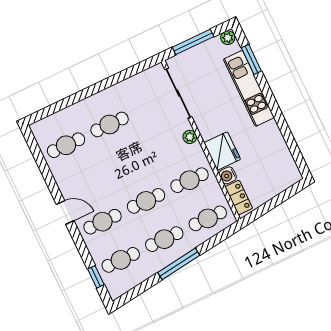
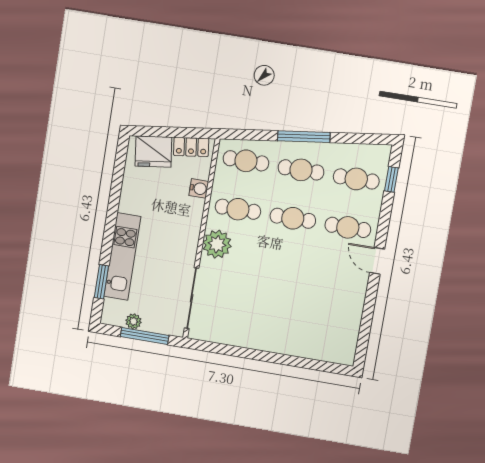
plant: (228, 38) -> (133, 321), moved
cafe table: (110, 124) -> (277, 314), removed
plant: (190, 137) -> (217, 244), width x1.88, depth x1.88
cafe table: (66, 145) -> (331, 323), removed
fridge: (222, 151) -> (153, 152), moved, turned -97
locker: (239, 198) -> (191, 147), moved, turned -97

